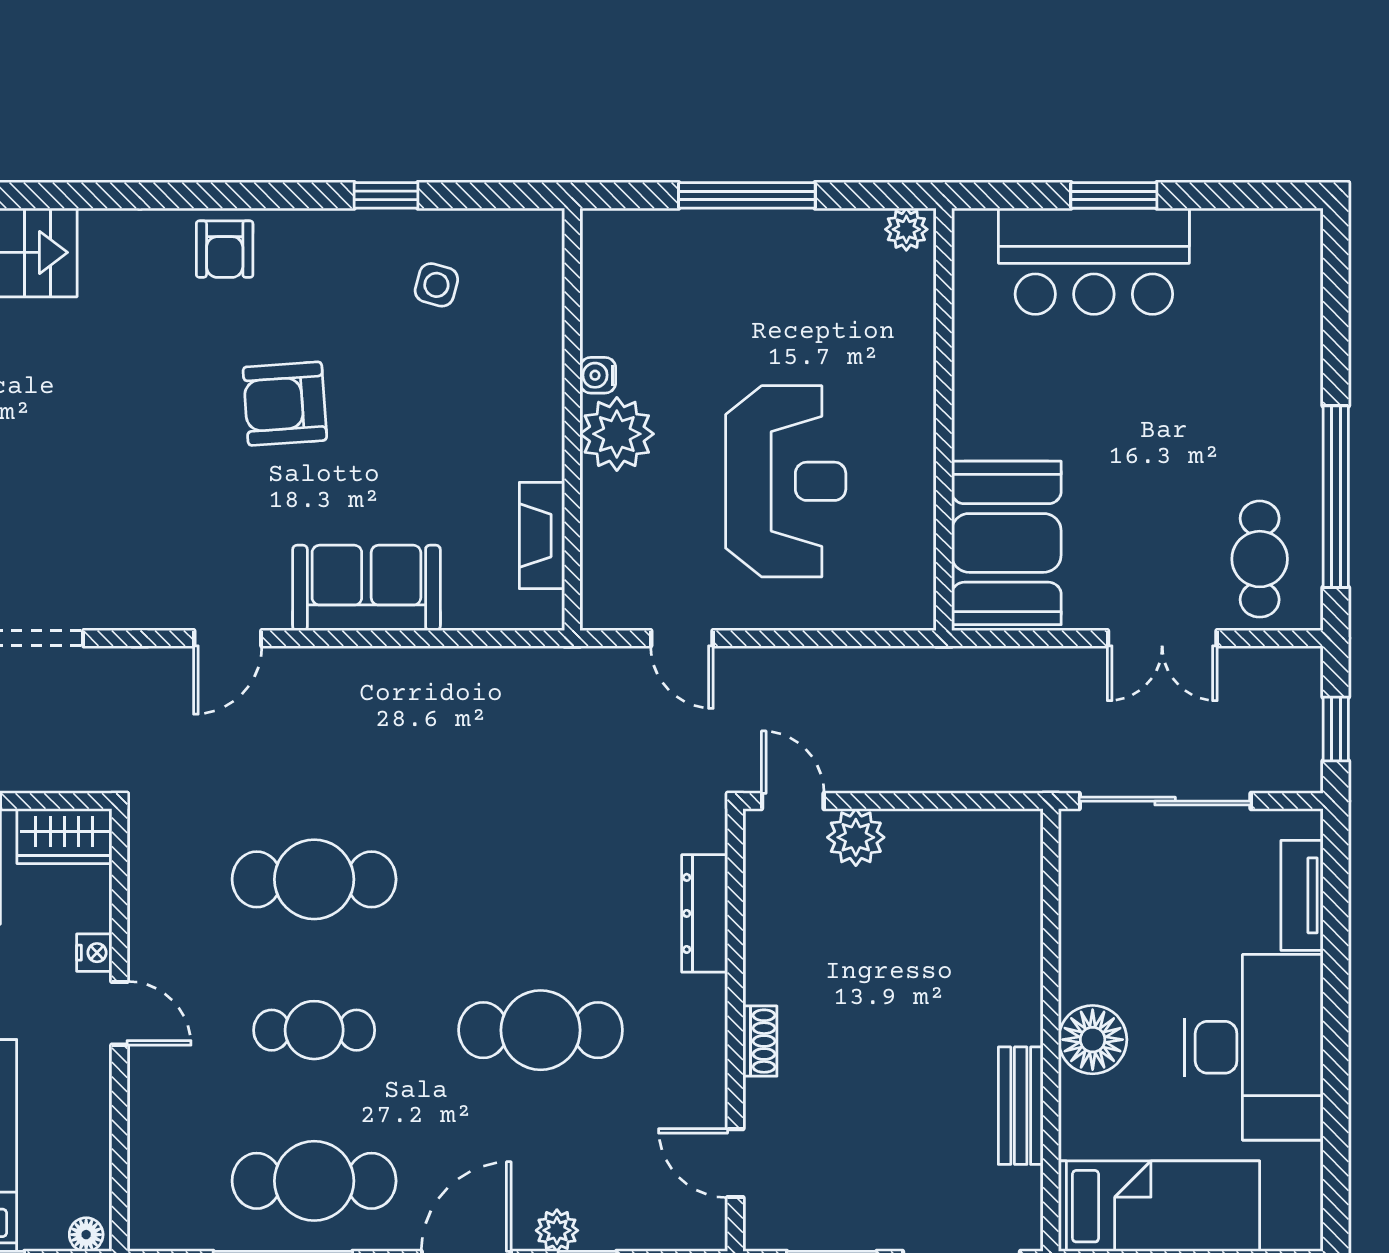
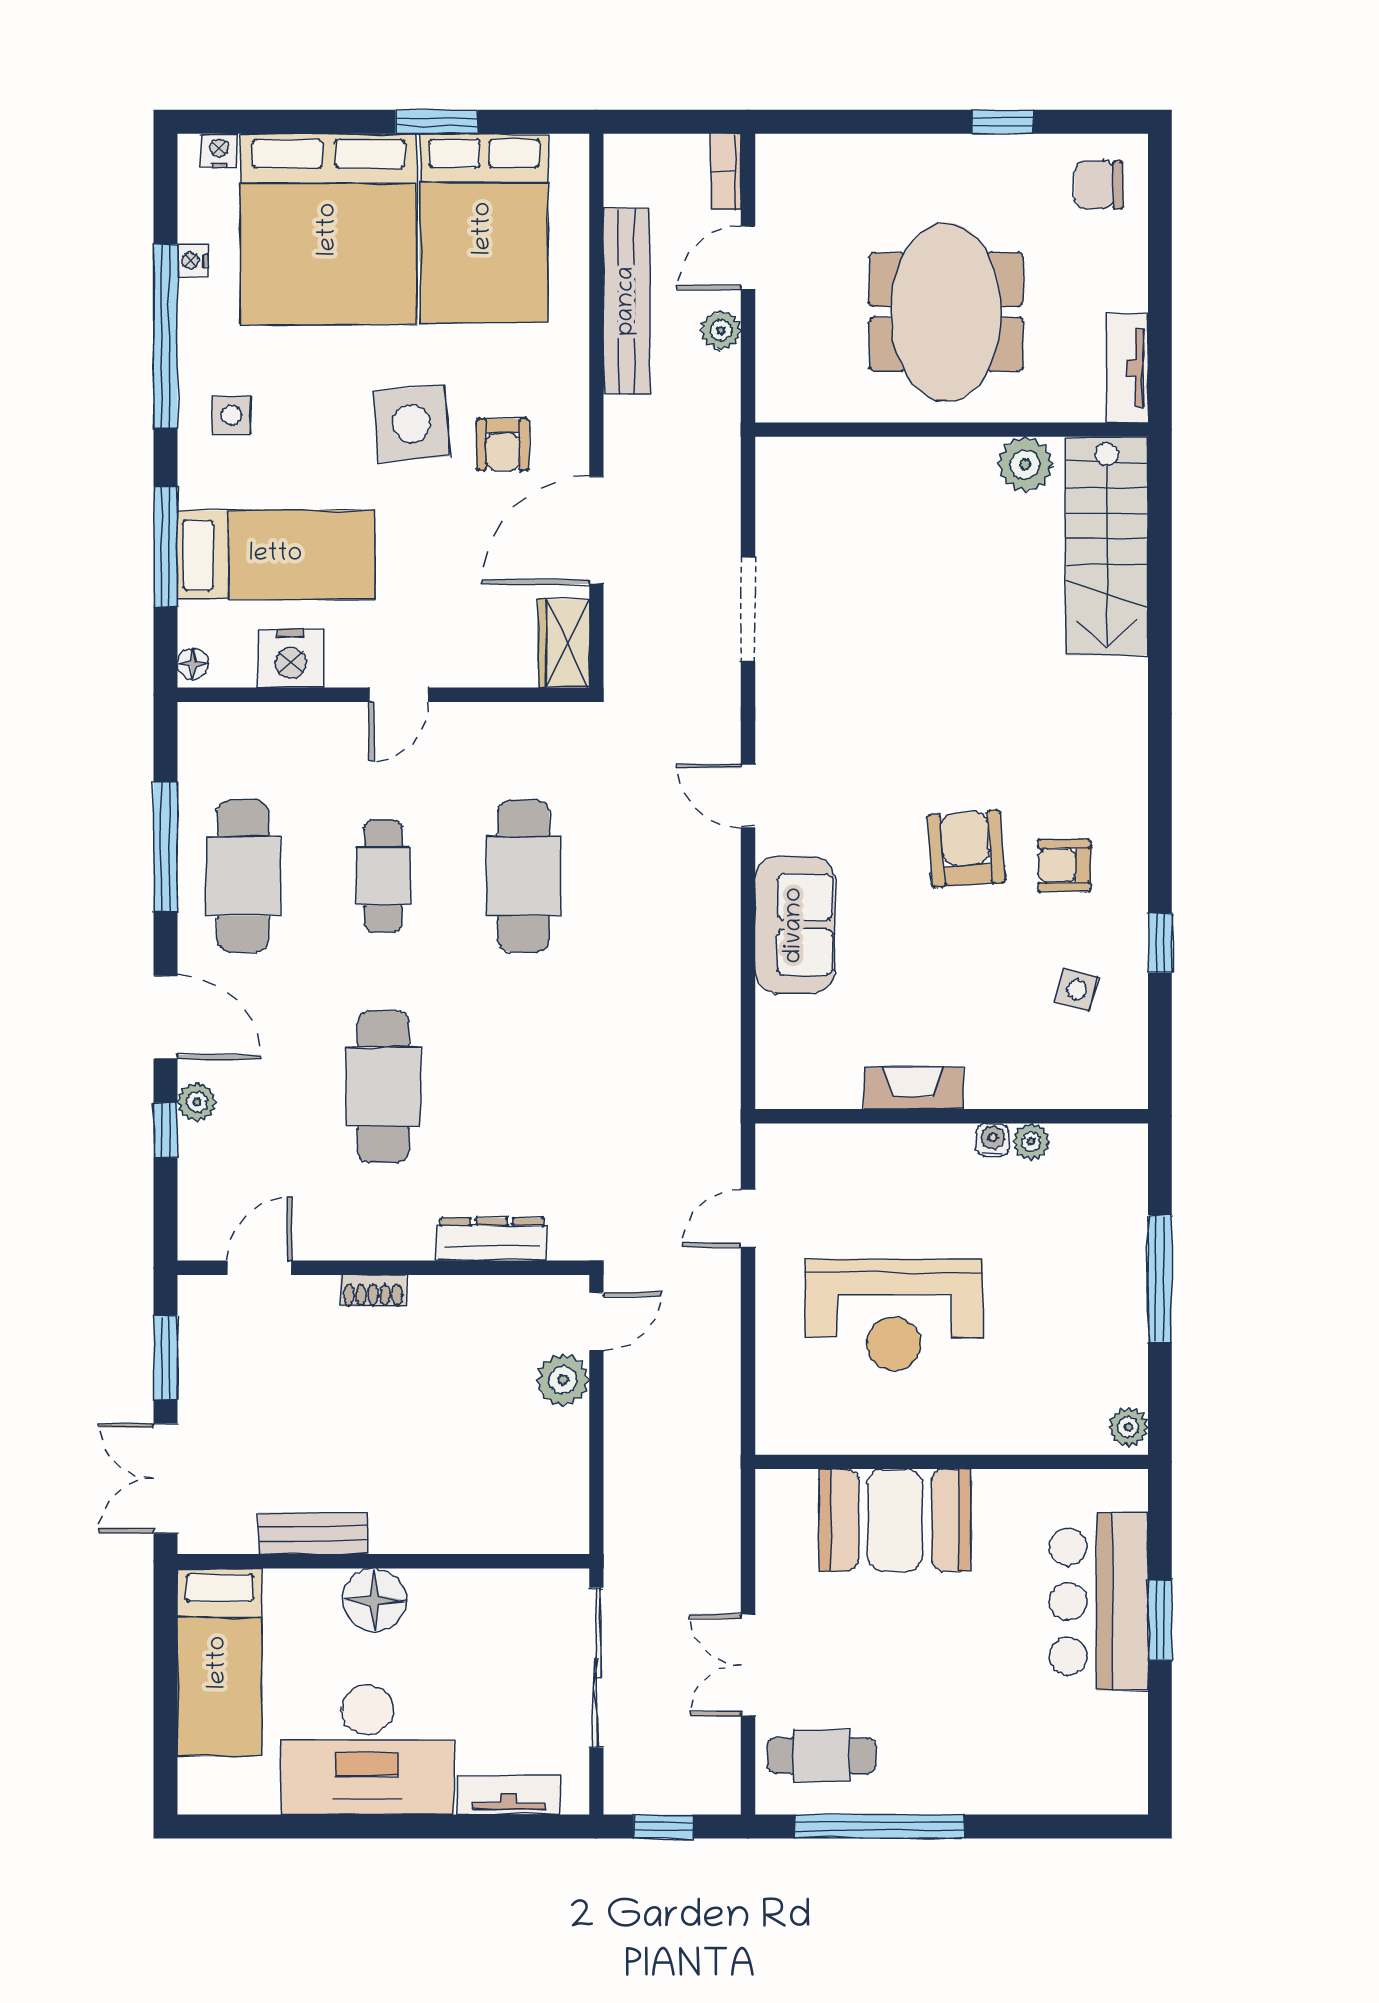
armchair: (225, 249) -> (1065, 865), moved
plant: (617, 434) -> (1031, 1142), moved, width x0.53, depth x0.53
fireplace: (542, 536) -> (914, 1088), moved
booth: (1006, 543) -> (895, 1520), moved
nightstand: (94, 953) -> (291, 658), moved, width x1.89, depth x1.79

